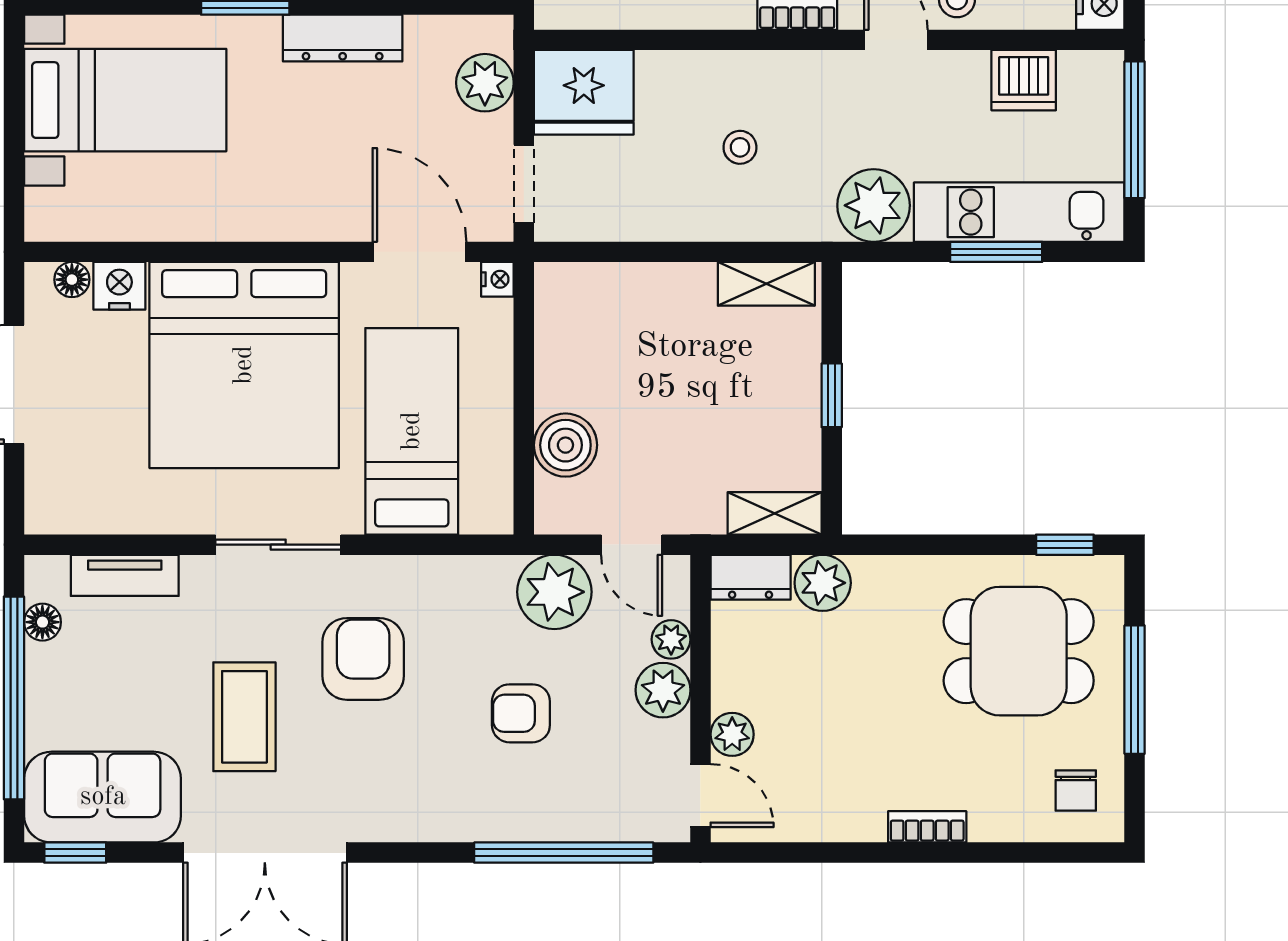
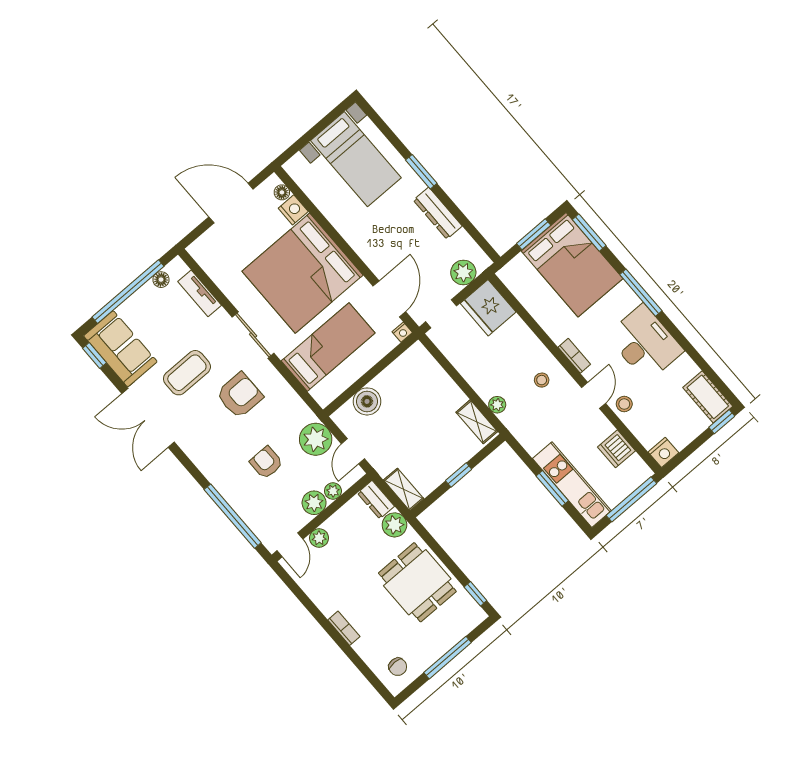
stool: (740, 147) -> (542, 380), moved
plant: (874, 205) -> (497, 405), moved, width x0.53, depth x0.53
dining table: (1019, 651) -> (417, 582), moved
chair: (1076, 791) -> (398, 667), turned -90

